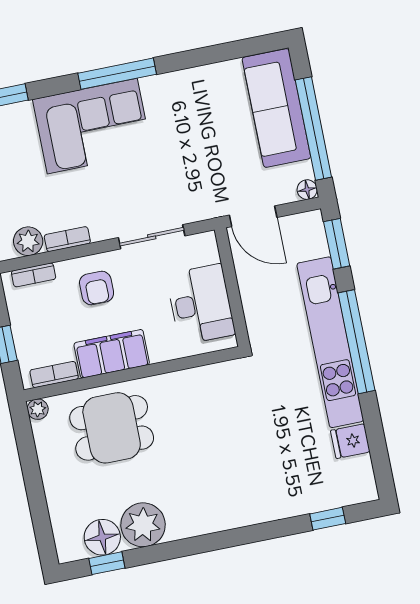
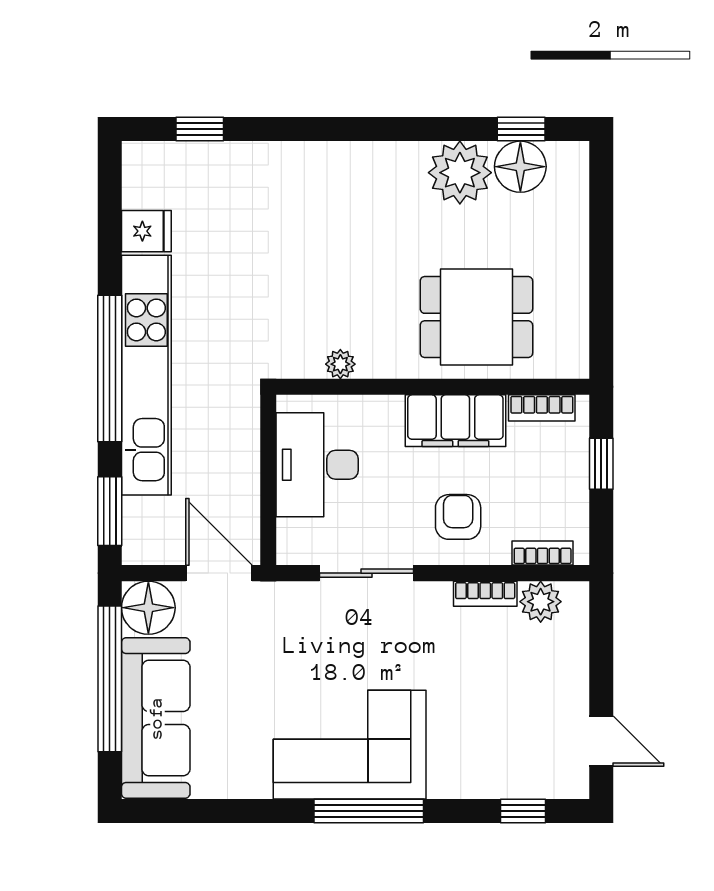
corner sofa: (92, 126) -> (350, 745), moved
floor lamp: (307, 190) -> (148, 608), width x1.89, depth x1.89
plant: (38, 409) -> (340, 364), moved

